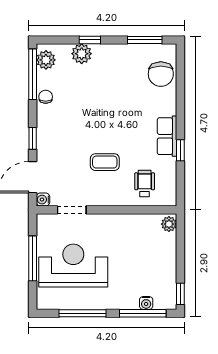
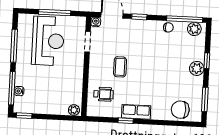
plant: (82, 54) -> (197, 68), moved

